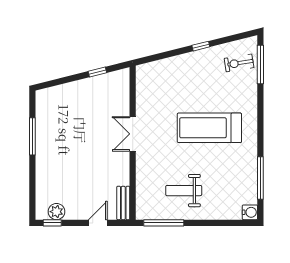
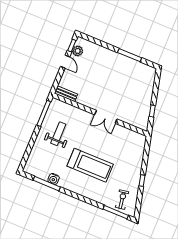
treadmill: (209, 128) -> (90, 165), turned 90
double door: (133, 134) -> (106, 117), swing flipped
water cooler: (250, 212) -> (54, 179), moved
door: (98, 223) -> (65, 62), moved

